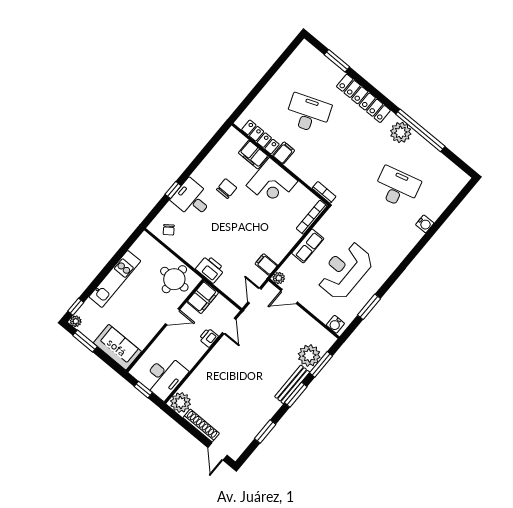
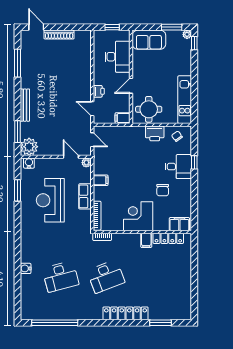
desk: (308, 114) -> (106, 276), moved
window: (420, 130) -> (55, 323), moved
plant: (401, 132) -> (86, 312), removed
filing cabinet: (253, 155) -> (179, 224), moved
filing cabinet: (266, 265) -> (101, 180), moved
printer: (210, 269) -> (155, 133), moved
reception desk: (345, 270) -> (50, 200), turned 180
kitchen unit: (115, 279) -> (185, 100), moved
door: (289, 296) -> (71, 157), hinge flipped
filing cabinet: (203, 297) -> (123, 118), width x0.50
plant: (309, 355) -> (29, 147), moved
desk: (165, 377) -> (118, 57), moved, turned 180
window: (296, 395) -> (17, 101), removed
plant: (181, 403) -> (83, 38), removed
window: (265, 431) -> (17, 63), width x1.44

